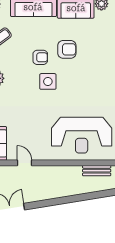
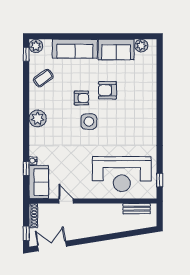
armchair: (67, 49) -> (107, 90), turned 180

